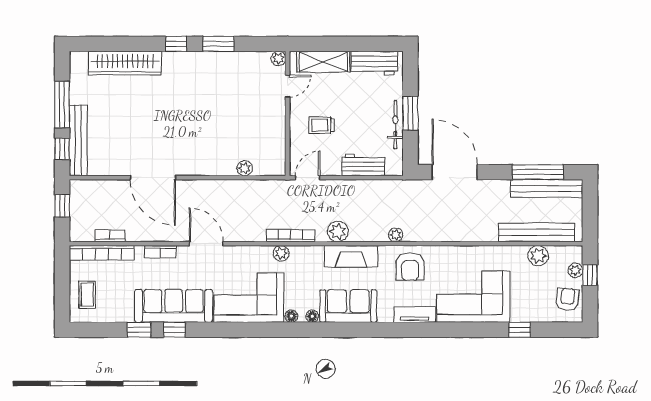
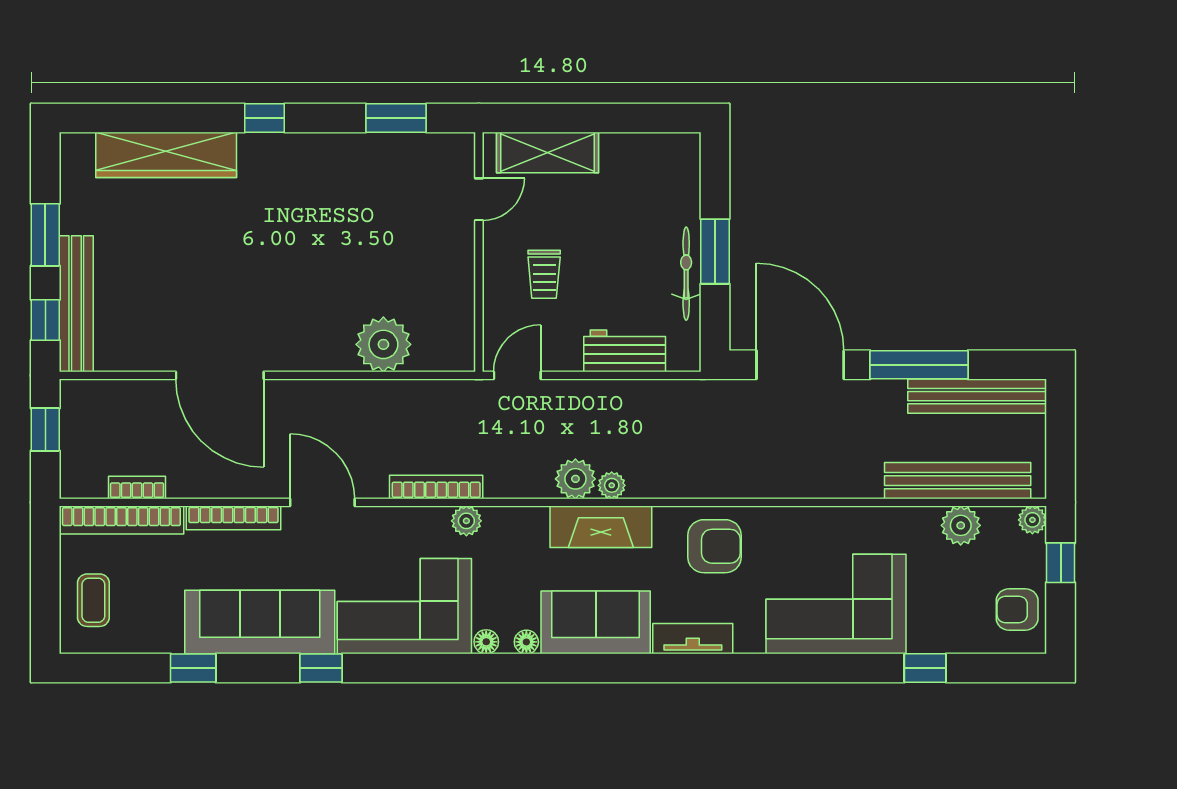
window: (218, 44) -> (396, 118), moved
plant: (278, 59) -> (461, 146), removed
workbench: (374, 63) -> (646, 155), removed
window: (62, 105) -> (45, 235), width x0.69
trolley: (321, 125) -> (544, 274), turned -90
plant: (245, 168) -> (383, 344), width x1.88, depth x1.88
window: (538, 172) -> (919, 365), moved
plant: (396, 235) -> (612, 485), moved
bookcase: (291, 236) -> (436, 487), moved
bookcase: (160, 252) -> (234, 518), width x1.56
armchair: (410, 266) -> (715, 546), turned -90
plant: (575, 270) -> (1032, 520), moved
armchair: (567, 299) -> (1017, 609), turned -96
tv unit: (415, 315) -> (693, 639), moved
window: (174, 330) -> (321, 668), moved

